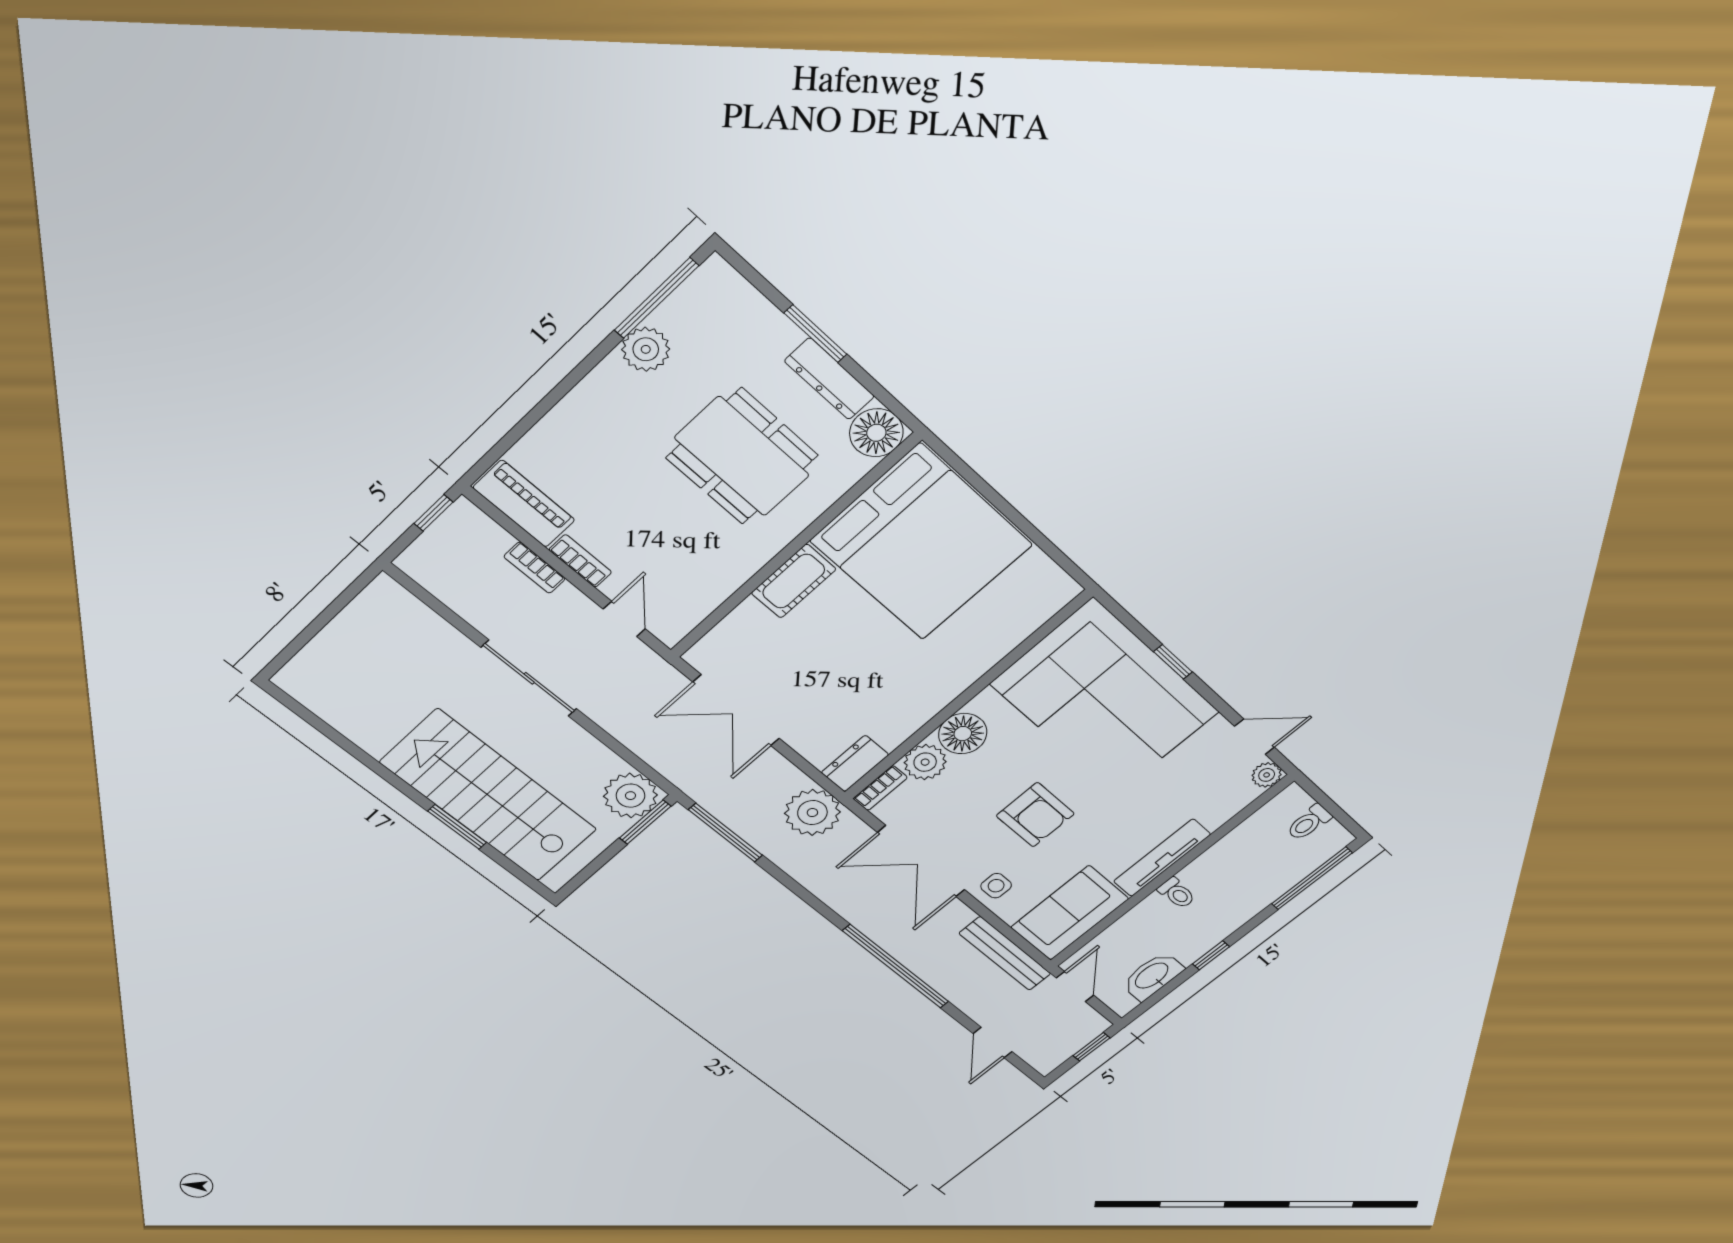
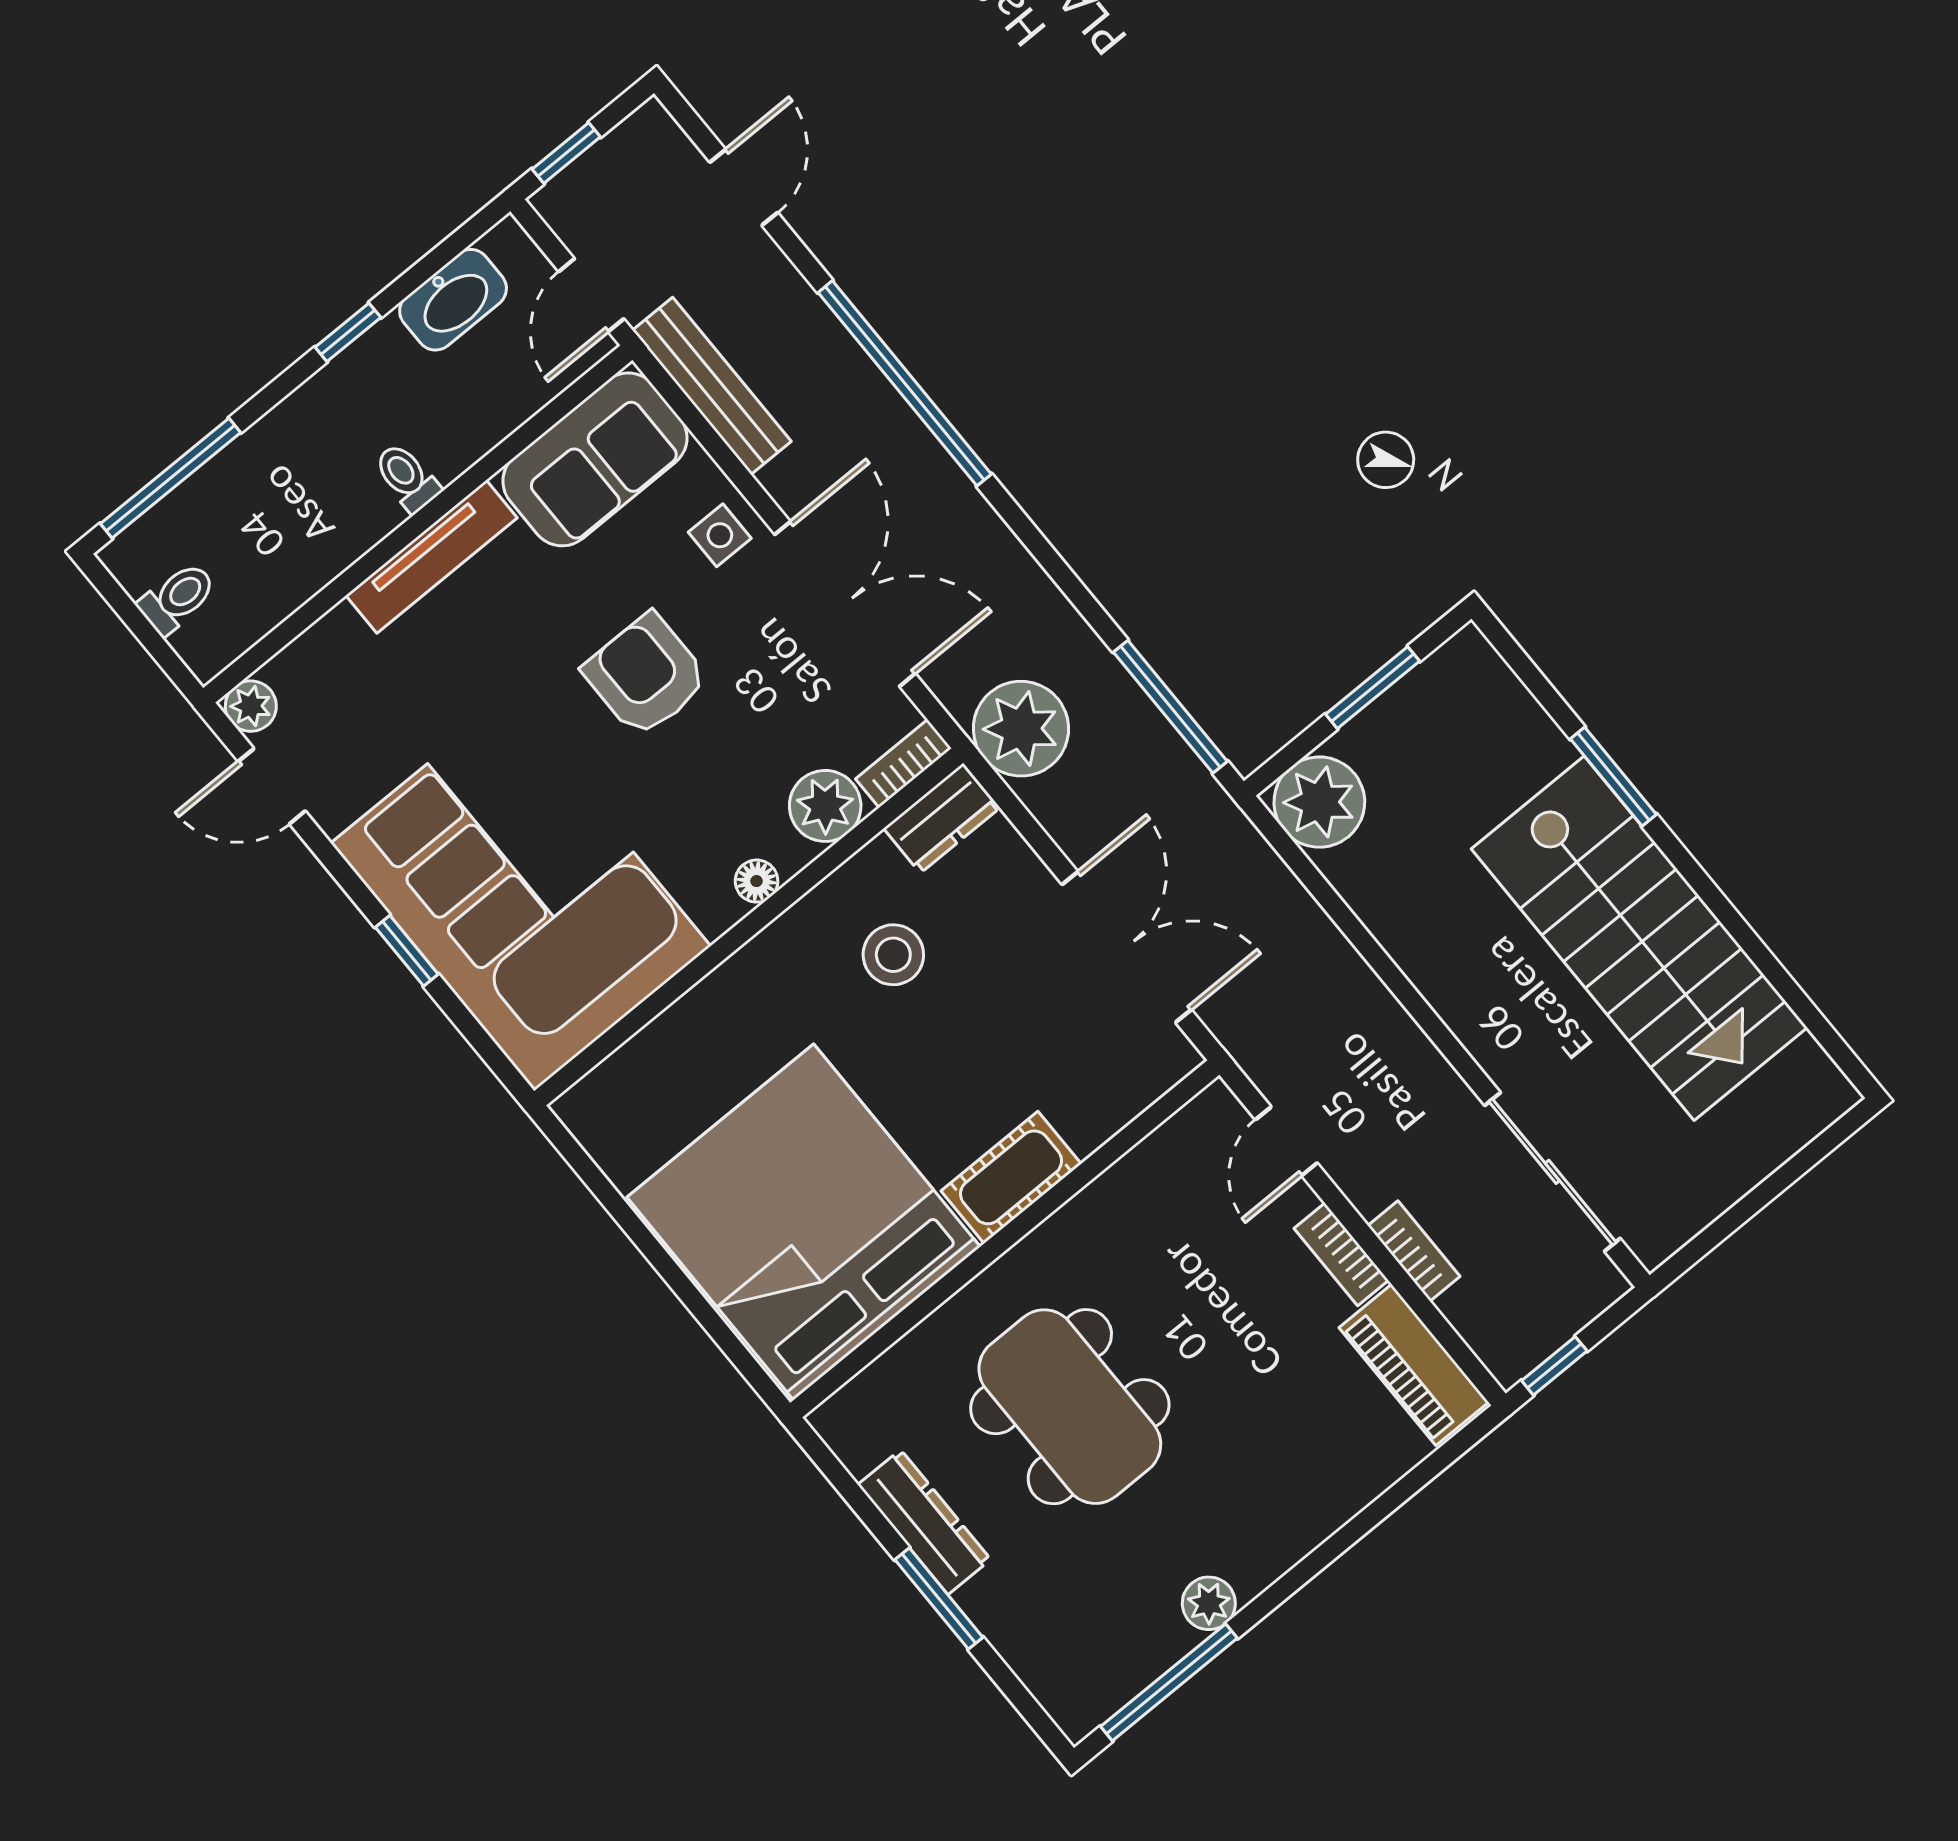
plant: (646, 349) -> (1209, 1603), width x0.73, depth x0.73
floor lamp: (876, 433) -> (860, 1423), removed
sliding door: (529, 678) -> (1552, 1172), moved
stool: (878, 691) -> (893, 955), added
floor lamp: (963, 734) -> (757, 881), width x0.53, depth x0.53
stairs: (489, 796) -> (1639, 938), moved
window: (645, 822) -> (1373, 688), moved

